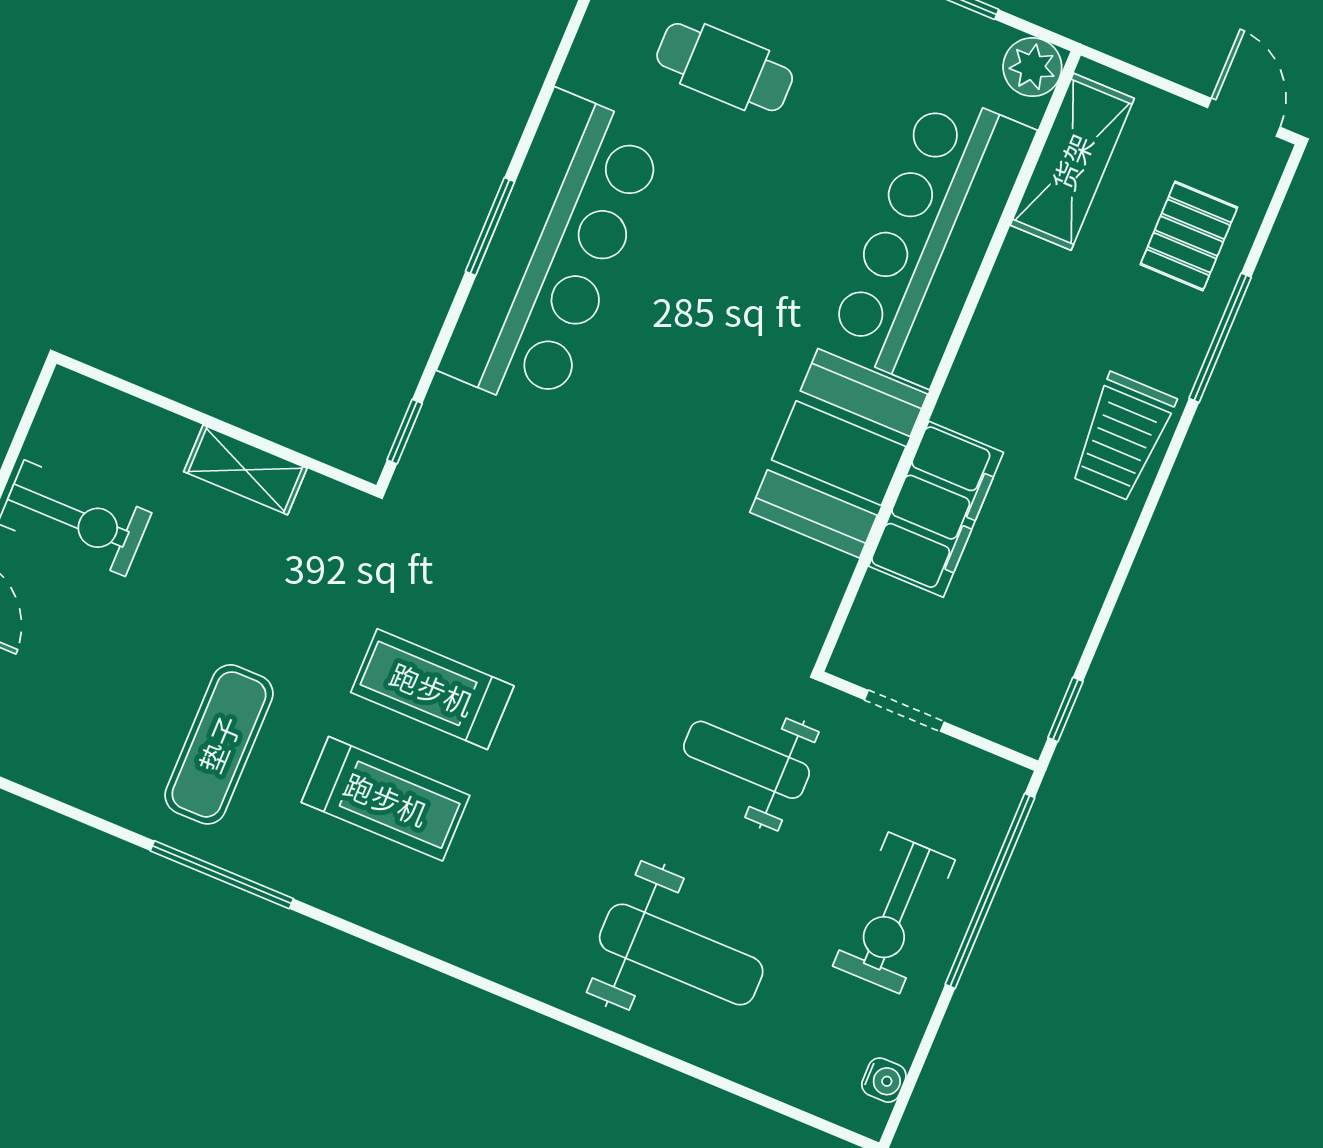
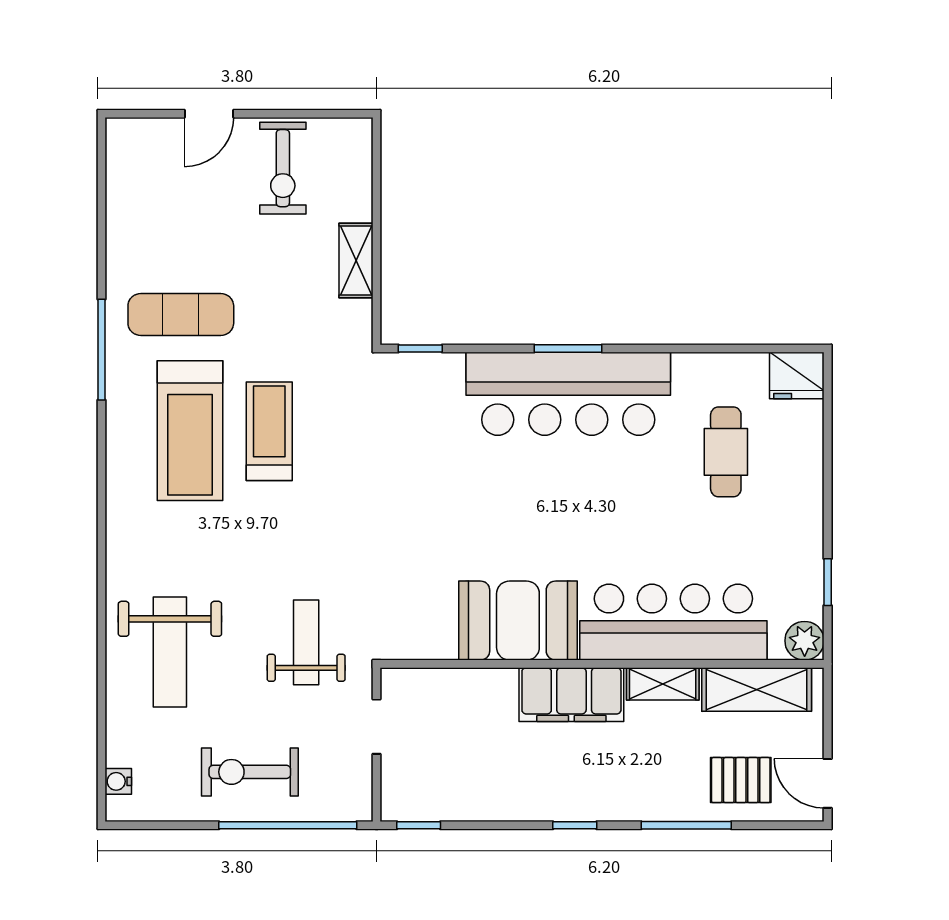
door: (1244, 117) -> (828, 783), swing flipped
shelving: (1010, 289) -> (663, 684), added
trolley: (1122, 437) -> (600, 790), removed
window: (1156, 493) -> (575, 825), added
filing cabinet: (936, 509) -> (571, 695), moved
treadmill: (386, 799) -> (190, 431), width x1.37, depth x1.38
water cooler: (884, 1080) -> (118, 781), moved, turned 90

